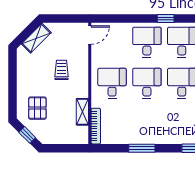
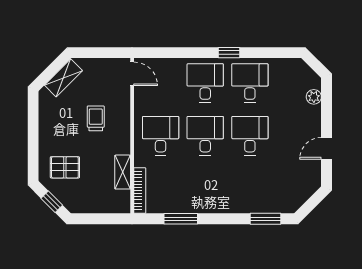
door: (90, 35) -> (132, 74), hinge flipped
pallet: (37, 108) -> (65, 167), turned 90
window: (142, 148) -> (181, 219), moved

